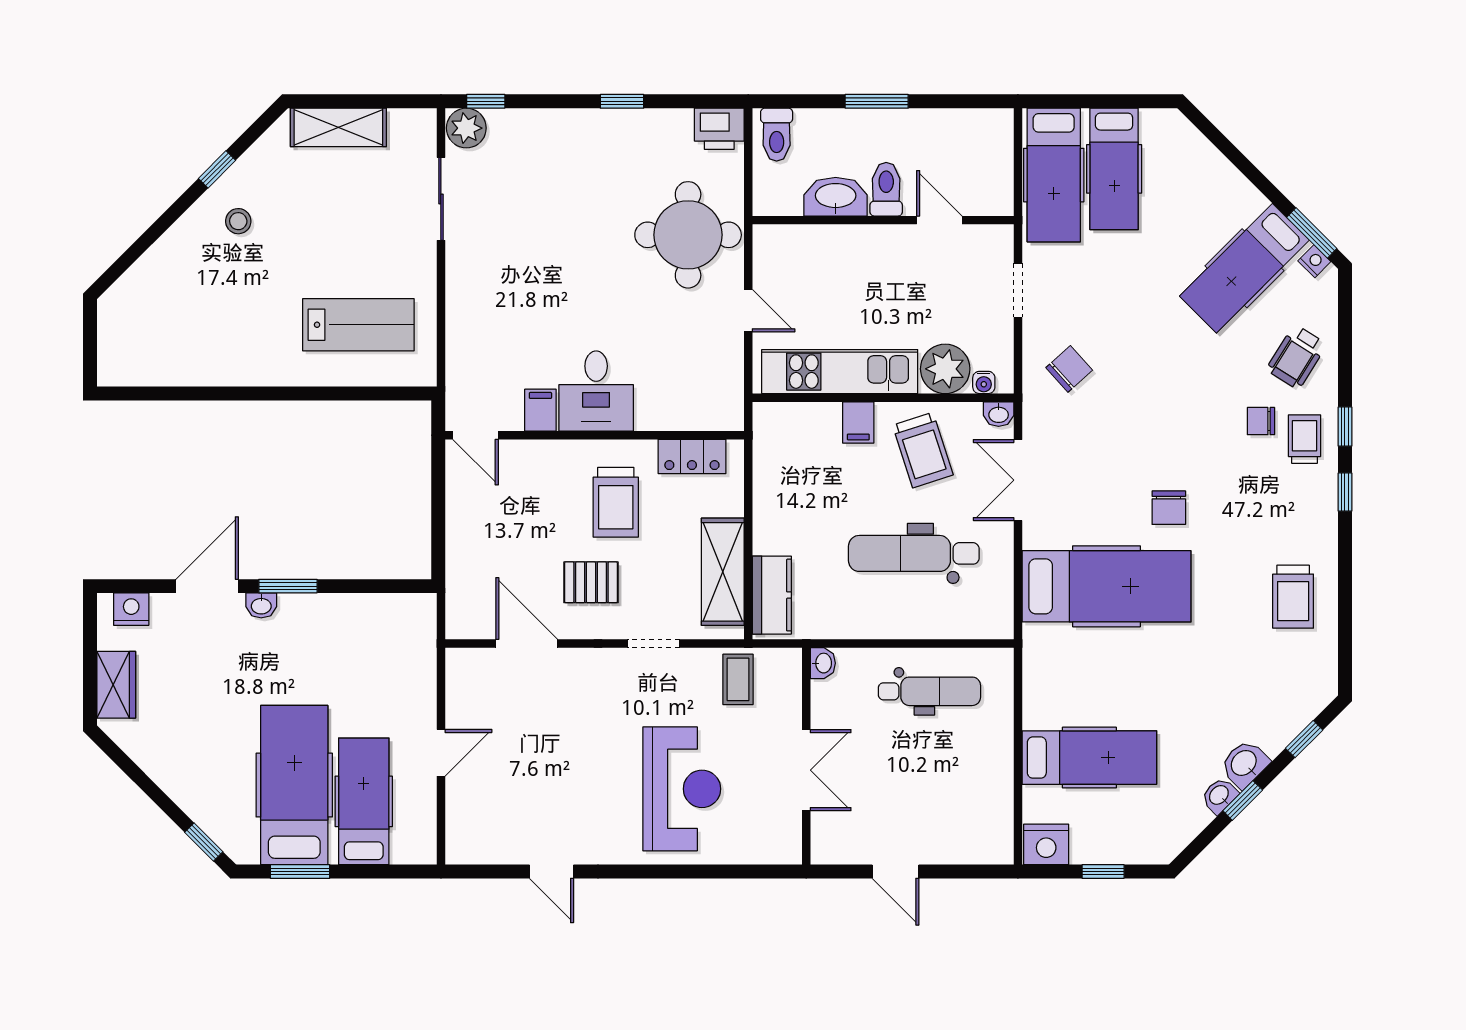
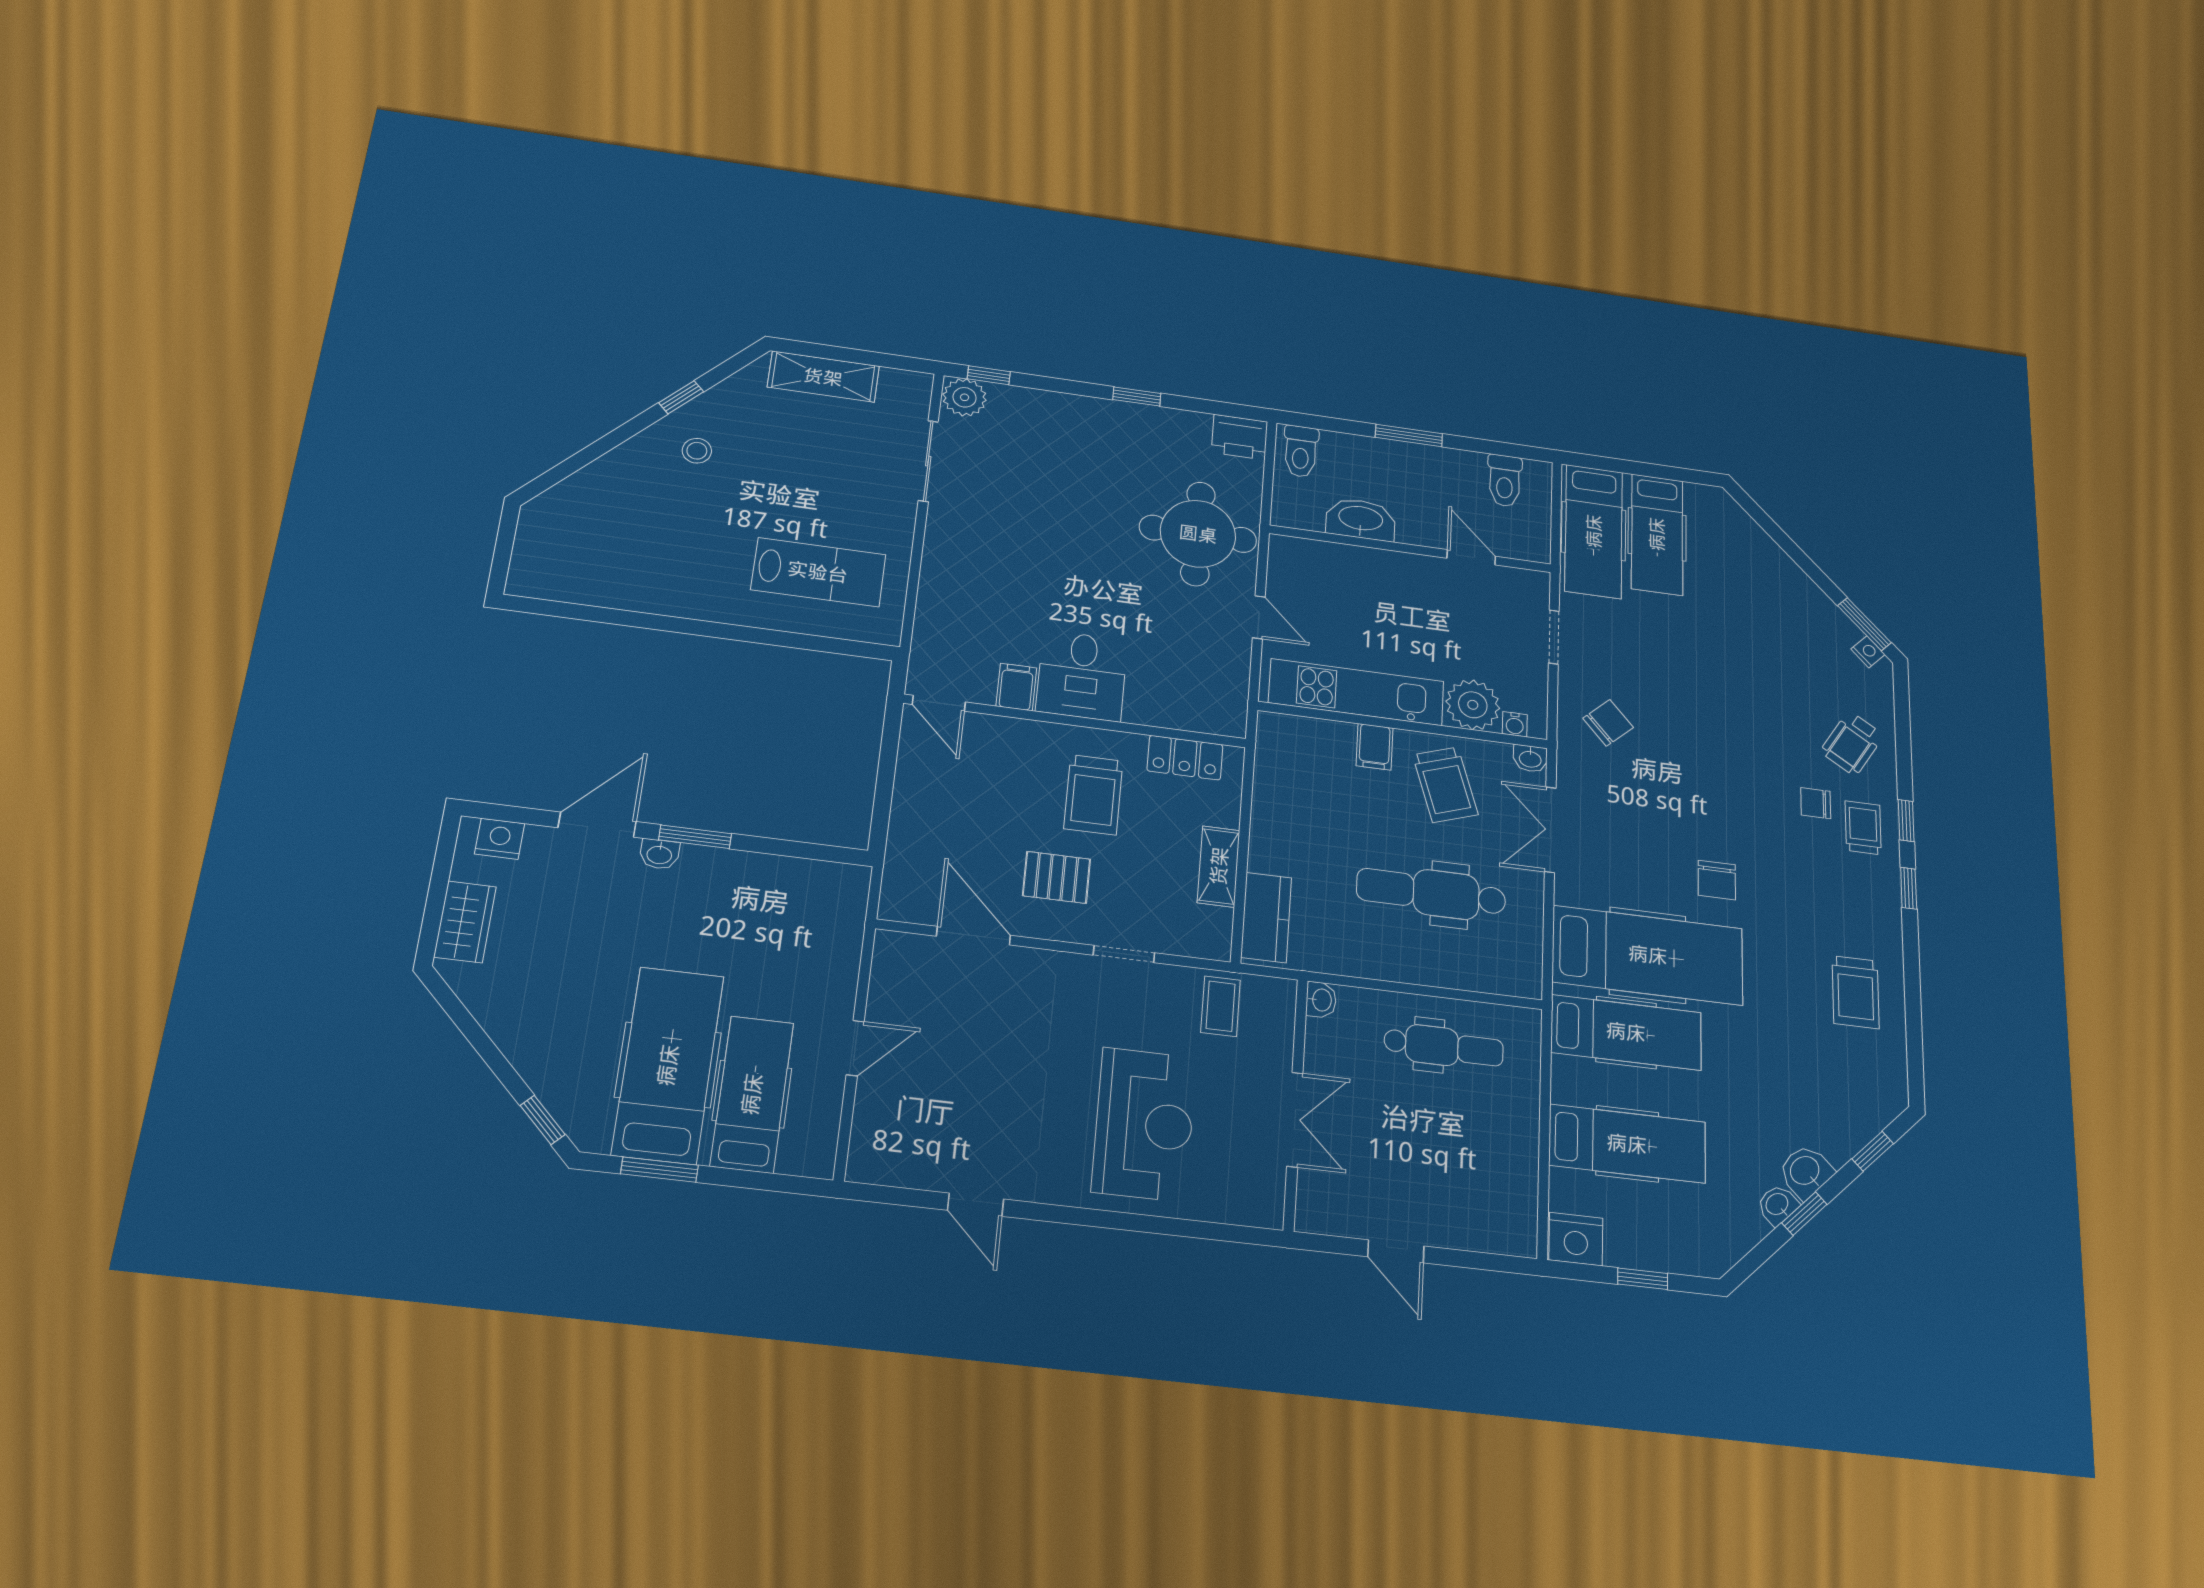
toilet: (886, 189) -> (1505, 481), moved, turned 180
hospital bed: (1244, 268) -> (1626, 1032), moved, turned -135
shelving: (723, 572) -> (1219, 866), width x0.67, depth x0.75

